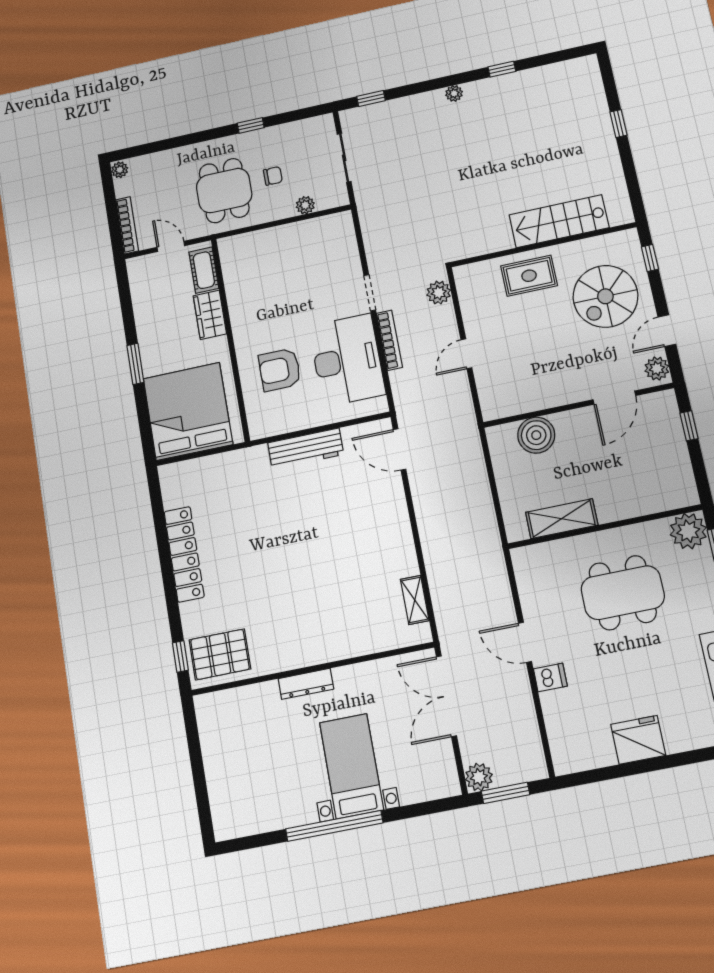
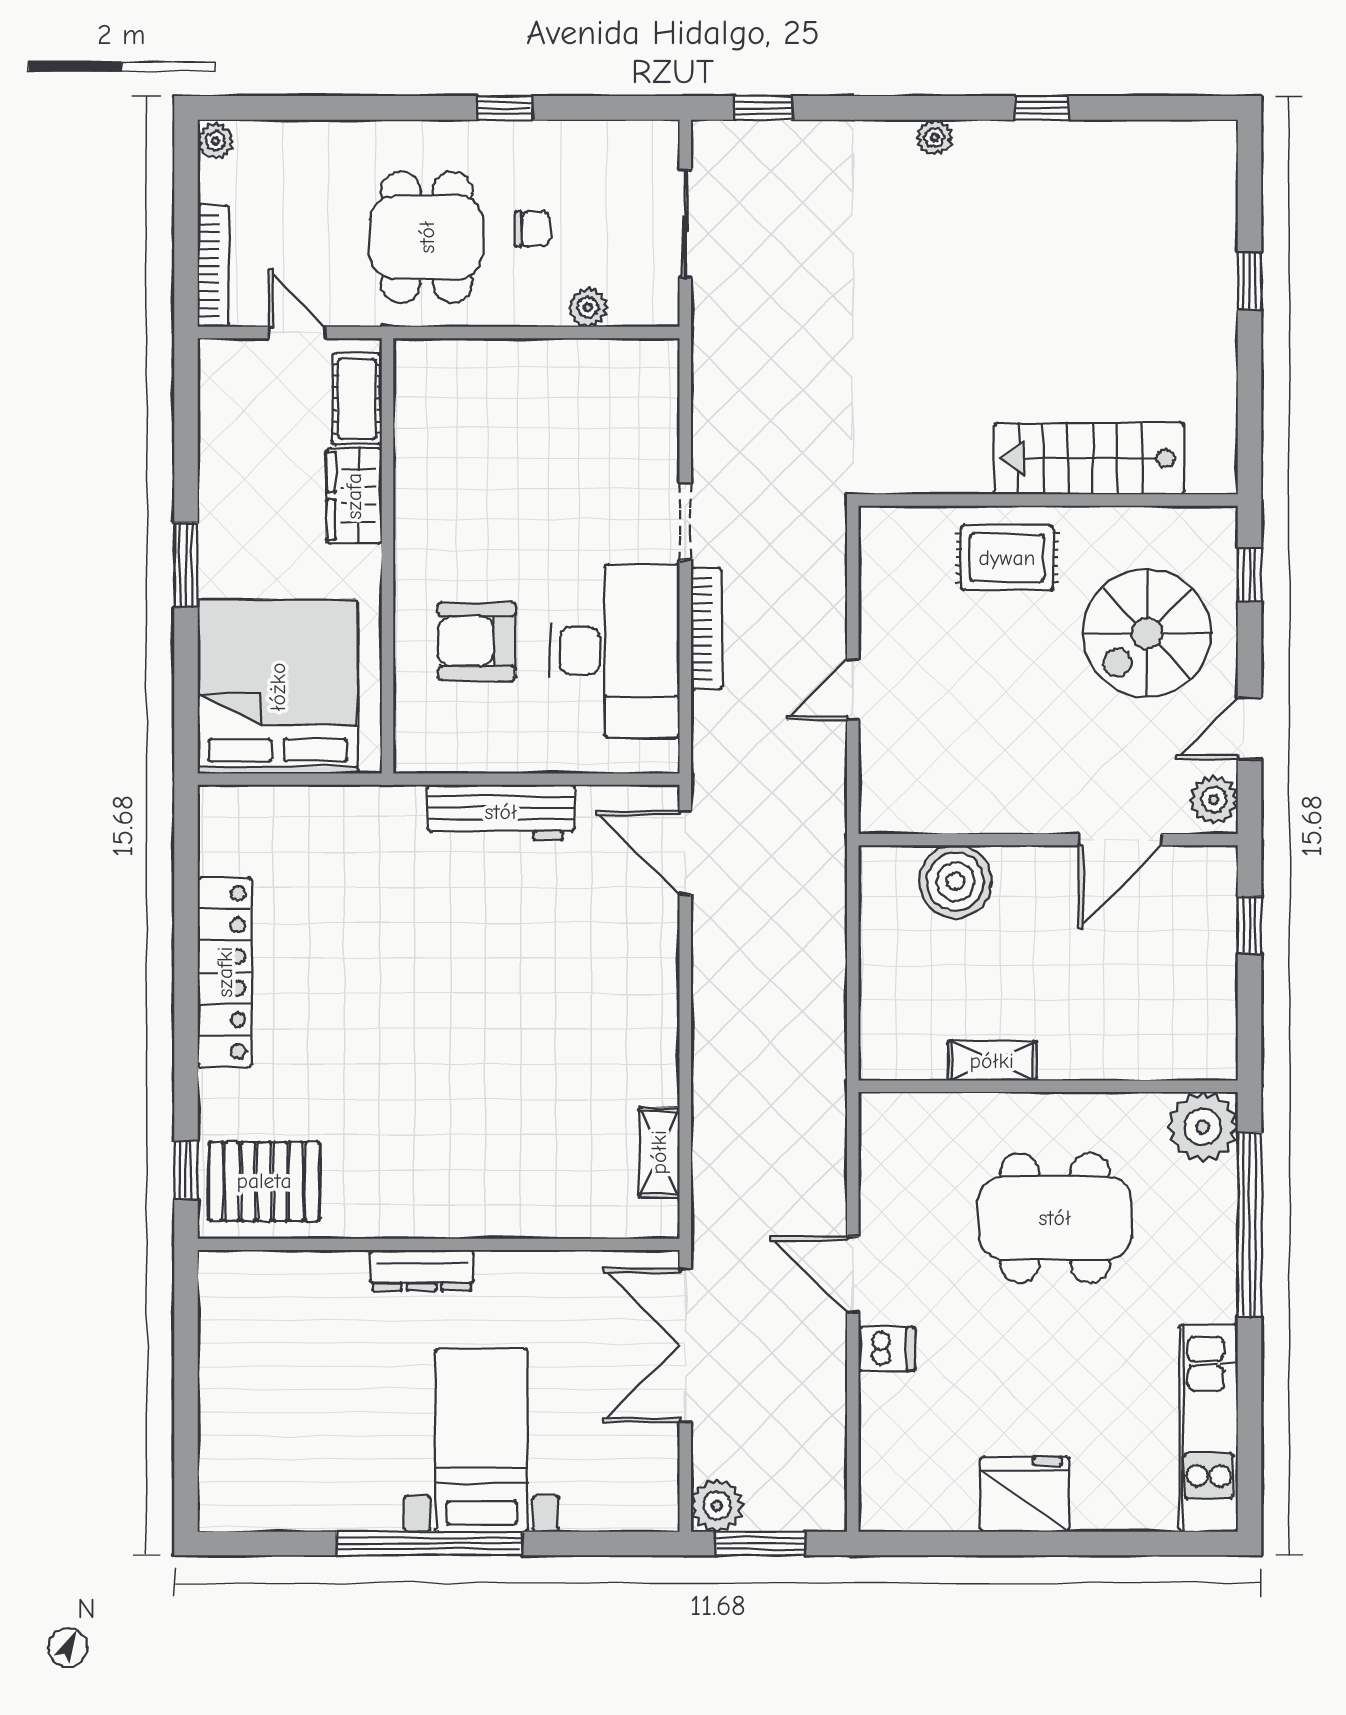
plant: (439, 293) -> (822, 552), removed
shelving: (562, 519) -> (992, 1061), width x0.67, depth x0.75

